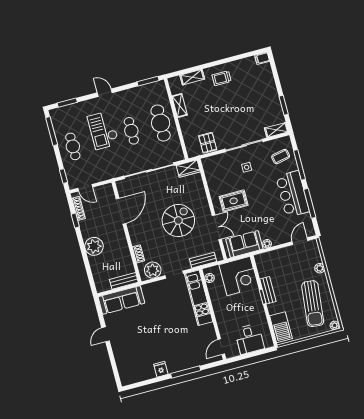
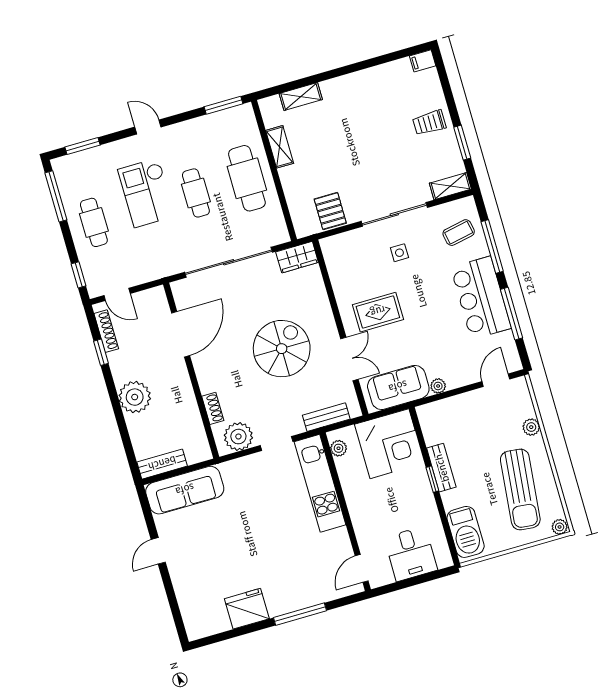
trolley: (222, 78) -> (429, 123), moved
bench: (124, 281) -> (162, 464), moved
fridge: (161, 369) -> (247, 609), width x1.88, depth x1.34

